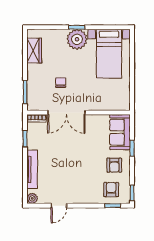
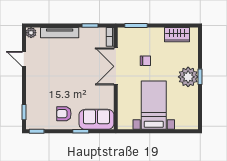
bed with nightstands: (109, 54) -> (154, 105), moved, turned 90
armchair: (111, 190) -> (40, 111), removed

